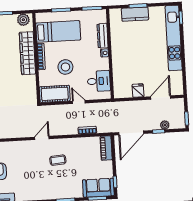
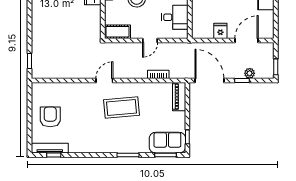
cot: (55, 94) -> (118, 32), width x0.73, depth x0.75
door: (79, 102) -> (150, 41), swing flipped
door: (131, 133) -> (209, 80), swing flipped
coffee table: (58, 160) -> (122, 107), width x1.86, depth x1.72

